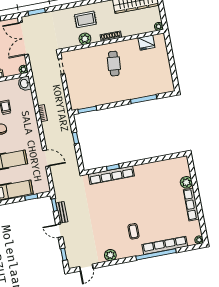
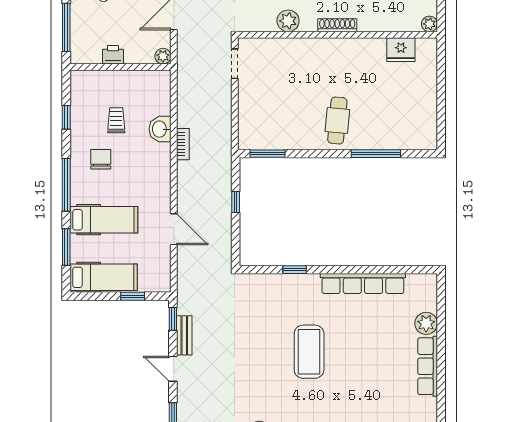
cafe table: (114, 64) -> (337, 121), moved
washbasin: (25, 84) -> (160, 129), moved
row of seats: (111, 175) -> (363, 284), moved
coffee table: (134, 231) -> (309, 352), moved, width x1.86, depth x1.72

